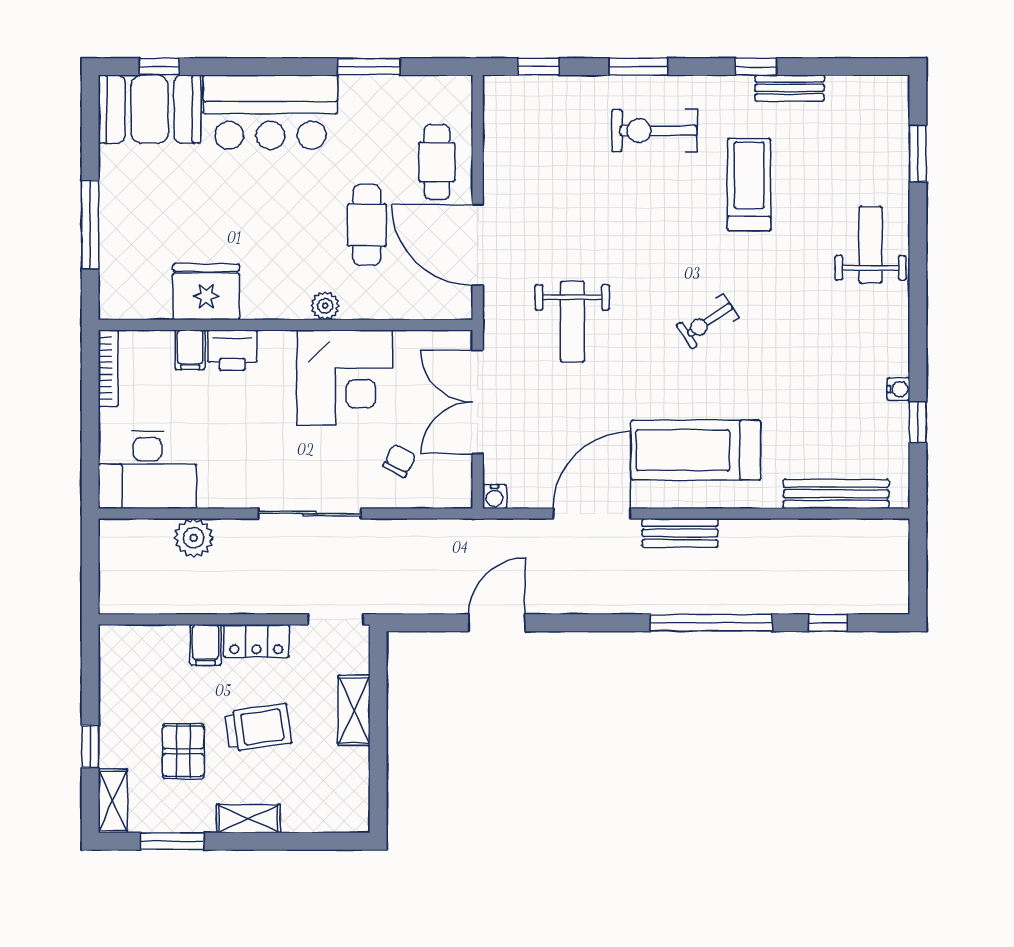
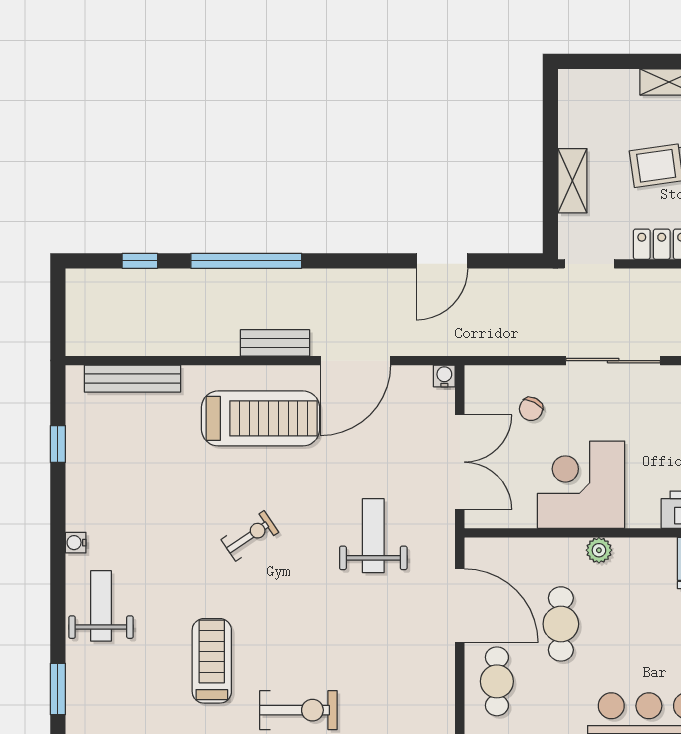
treadmill: (749, 185) -> (212, 661), turned 180
weight bench: (871, 245) -> (101, 606), turned 180
water cooler: (898, 389) -> (76, 543), moved

